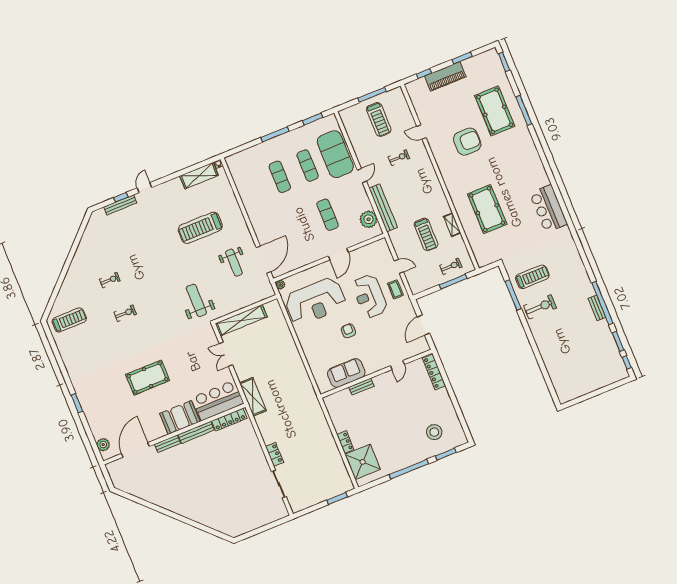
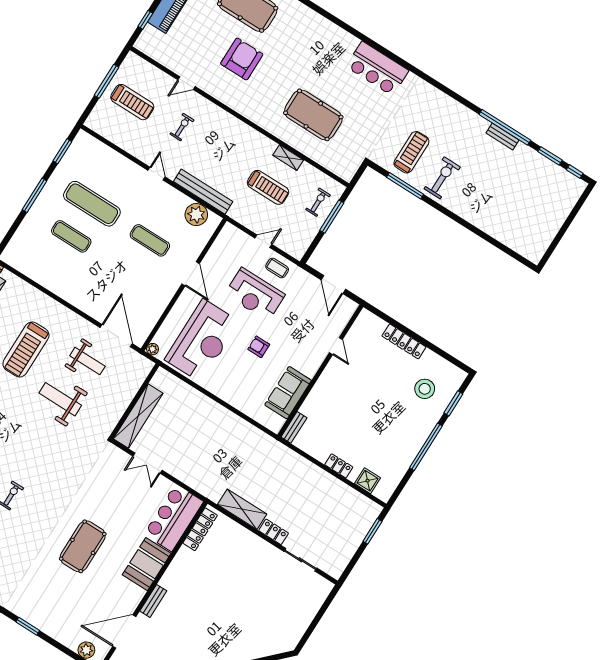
exercise mat: (335, 154) -> (113, 171), removed
exercise mat: (308, 165) -> (92, 204), width x1.36, depth x1.45
weight bench: (196, 300) -> (60, 399), moved
locker: (434, 372) -> (404, 341), moved
bench: (361, 387) -> (294, 427), moved
shelving: (253, 397) -> (242, 509), moved
bench: (196, 432) -> (175, 567), removed
door: (135, 450) -> (124, 631), hinge flipped
shower: (363, 462) -> (368, 481), width x0.54, depth x0.54

